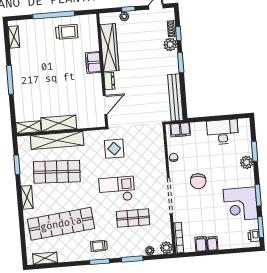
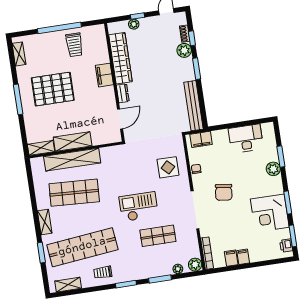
trolley: (67, 32) -> (74, 45), turned 90
pallet: (43, 72) -> (53, 89), added
display table: (114, 149) -> (168, 167), moved
window: (17, 165) -> (41, 253), moved
trolley: (99, 246) -> (103, 272), moved

